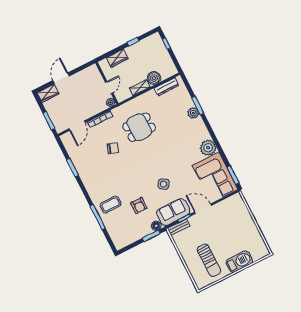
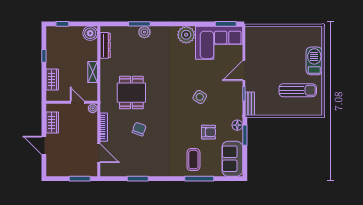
boiler: (154, 78) -> (90, 33), moved
wardrobe: (48, 93) -> (52, 122), moved
sofa: (173, 212) -> (232, 159), moved

